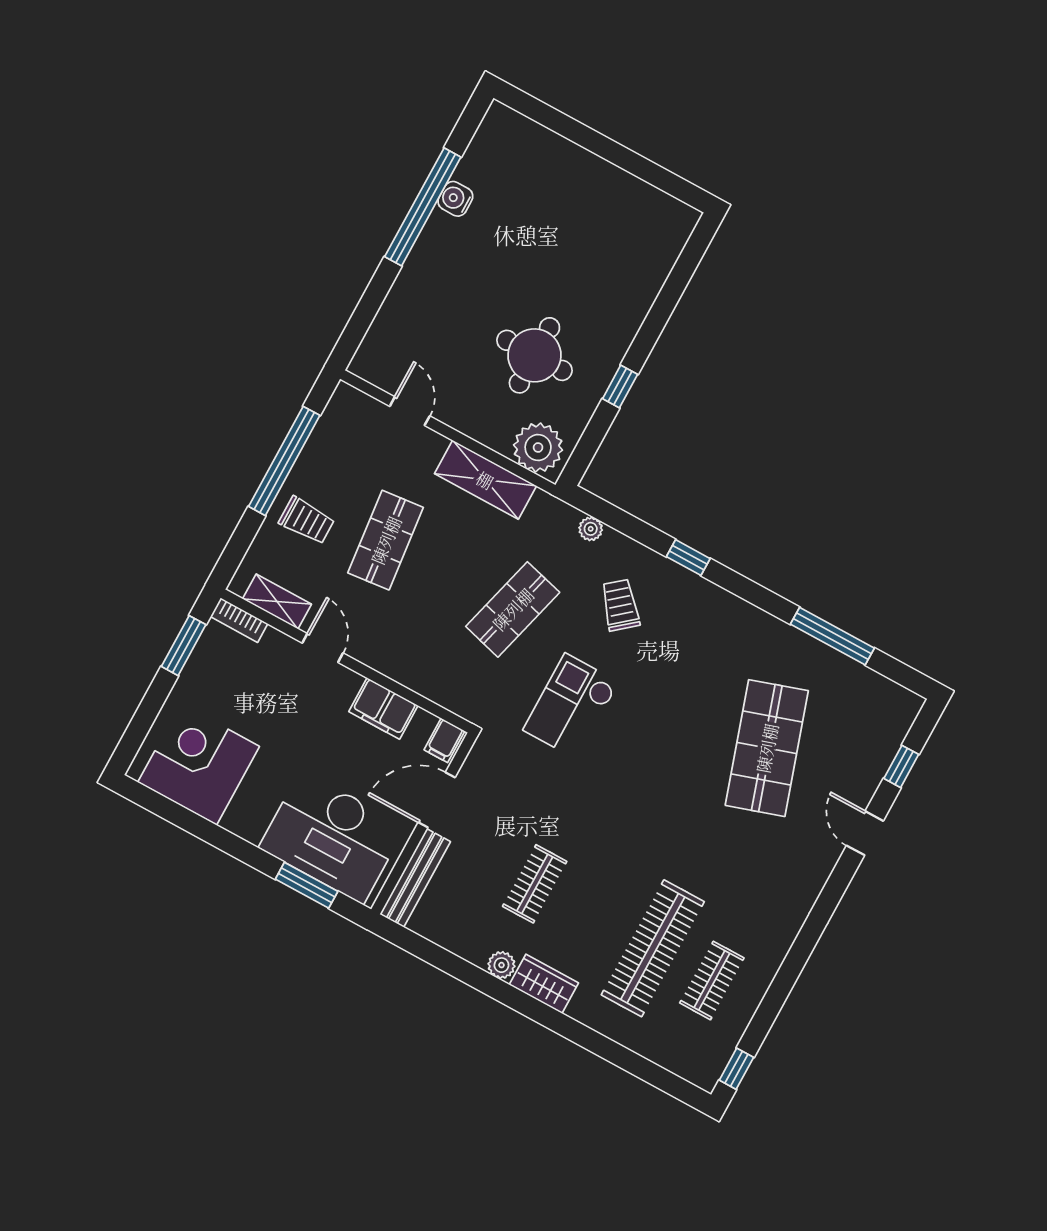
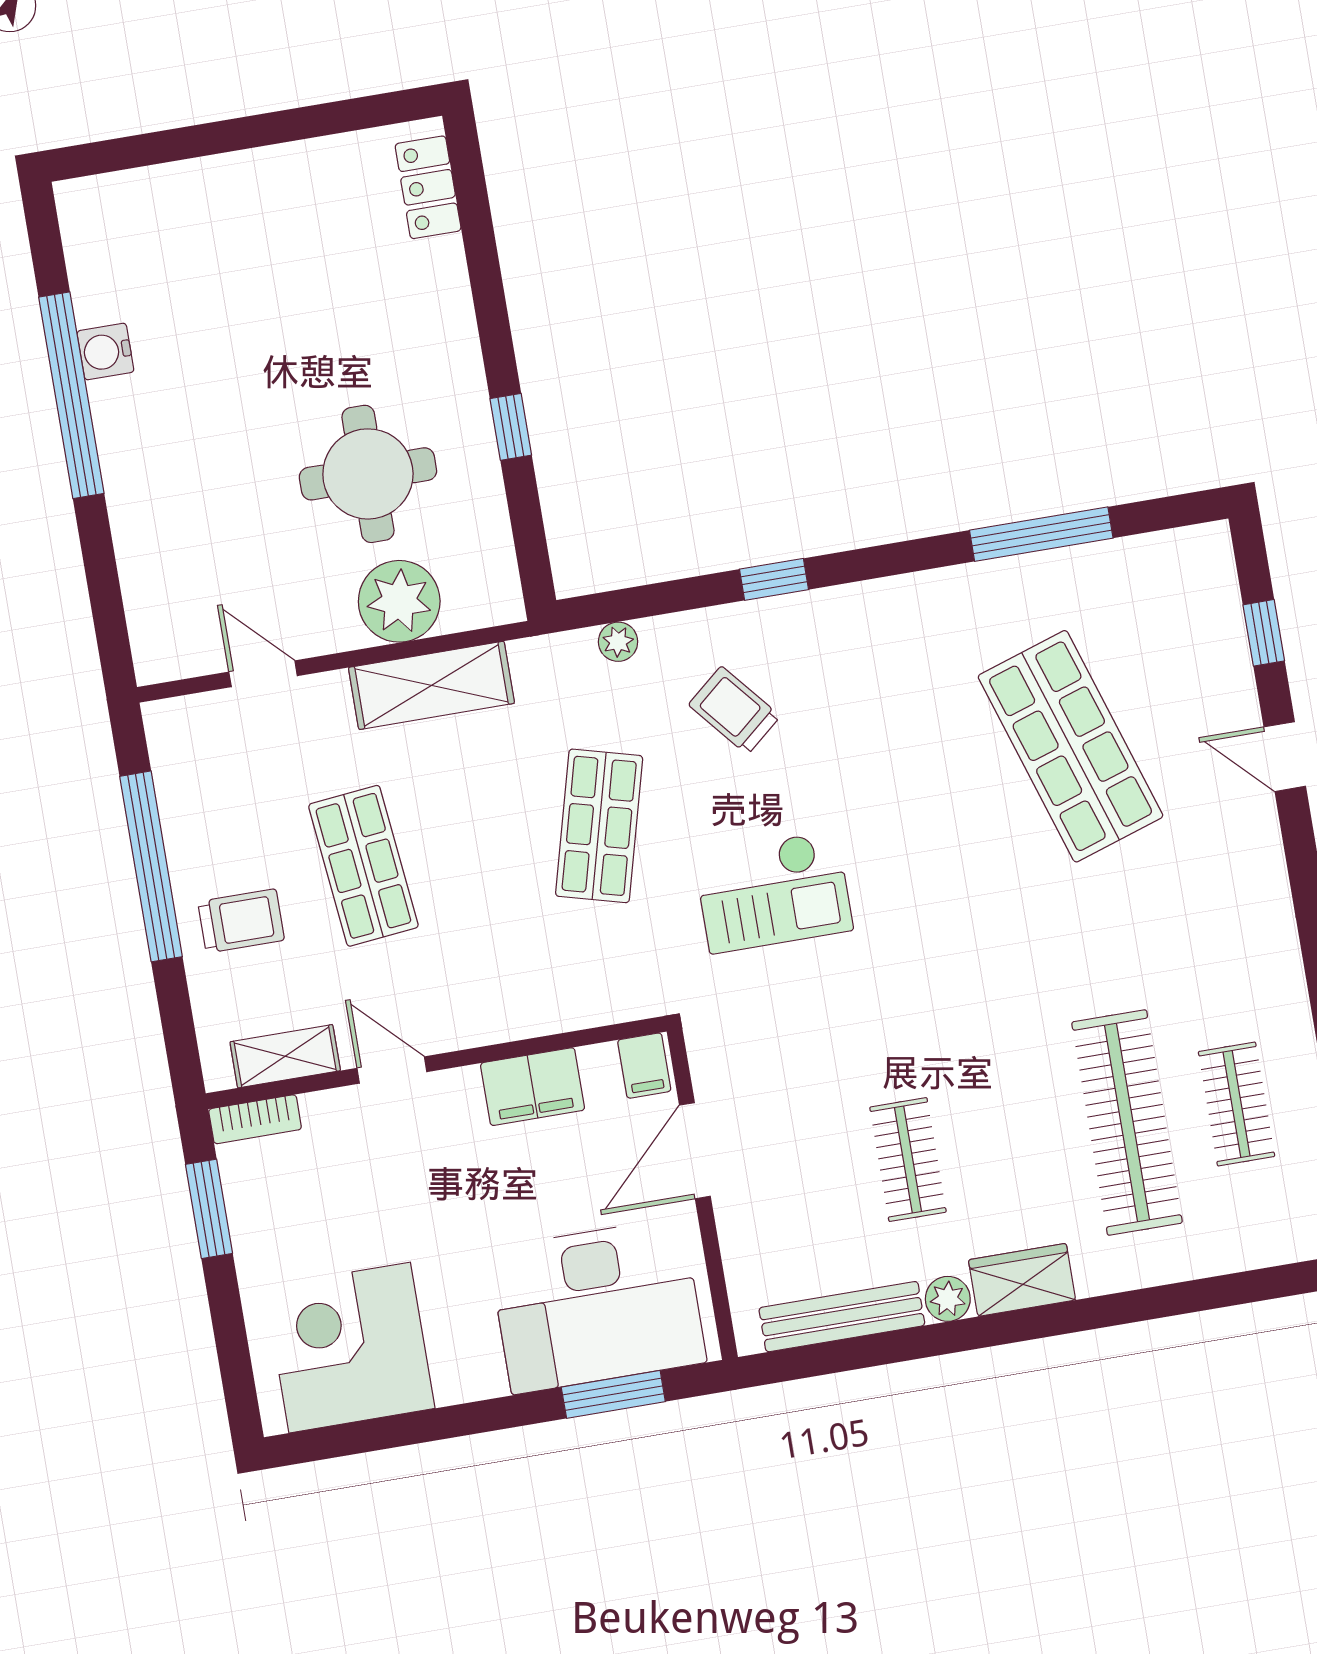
locker: (670, 241) -> (428, 187), added
plant: (538, 448) -> (399, 601), moved
checkout: (571, 706) -> (773, 892), turned -90
bench: (415, 878) -> (842, 1317), moved, turned 90

